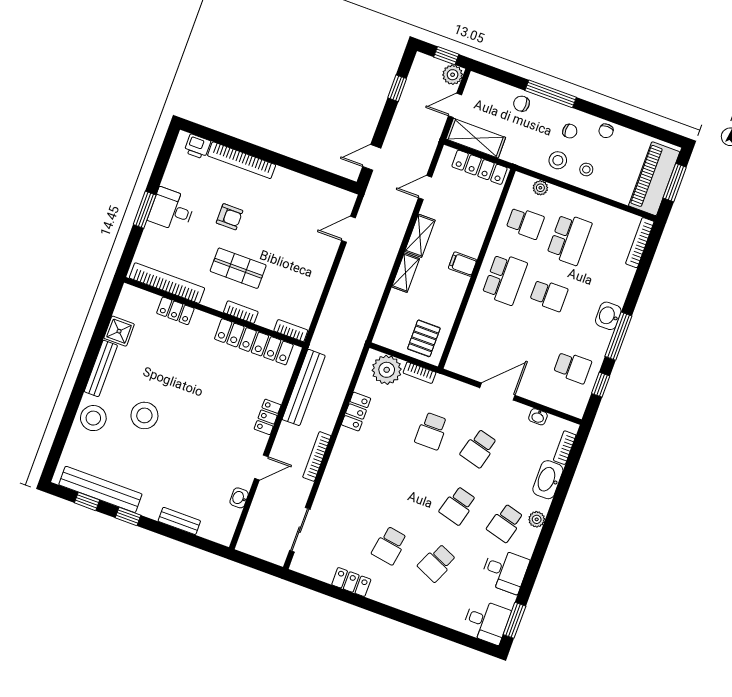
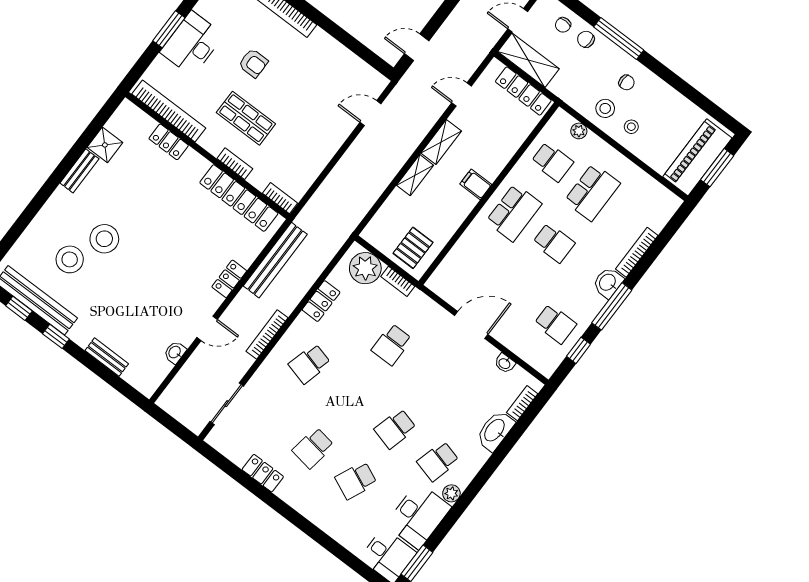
chair: (606, 131) -> (563, 25), moved
desk: (172, 210) -> (192, 44), width x1.37
bookcase: (640, 243) -> (637, 252), moved
bench: (101, 368) -> (79, 171), width x0.73
stool: (93, 418) -> (70, 259), moved
school desk: (479, 448) -> (310, 364), moved
plant: (537, 519) -> (451, 493), moved
desk: (505, 571) -> (418, 516), width x1.37

